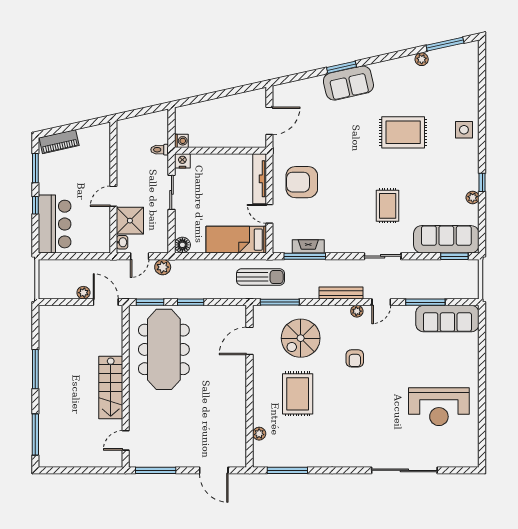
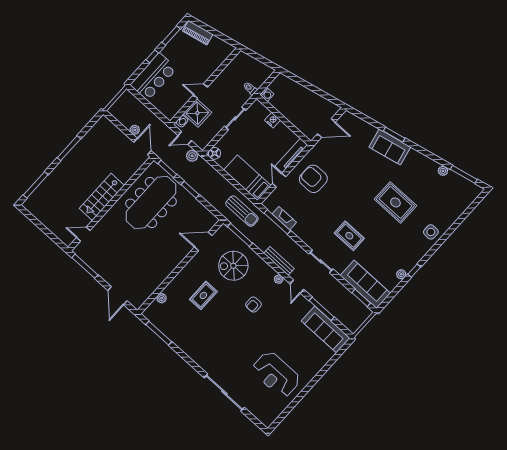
nightstand: (182, 161) -> (272, 120), moved
rug: (388, 206) -> (349, 236), turned 90
door: (381, 302) -> (297, 287), hinge flipped
rug: (298, 394) -> (203, 295), width x0.73, depth x0.70

